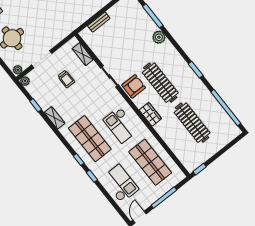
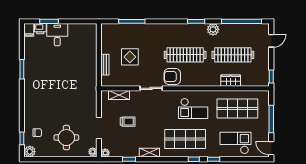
plant: (159, 37) -> (213, 29), moved
display table: (122, 38) -> (130, 57), added
armchair: (134, 86) -> (172, 77), turned -90
wardrobe: (150, 114) -> (231, 81), moved
door: (229, 145) -> (271, 41), added

